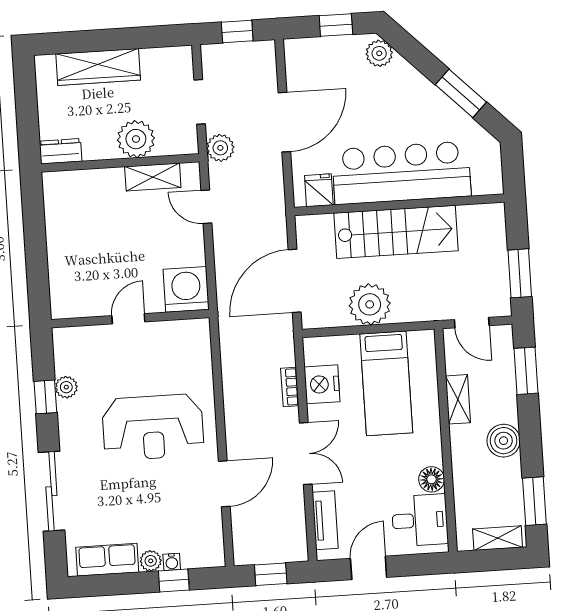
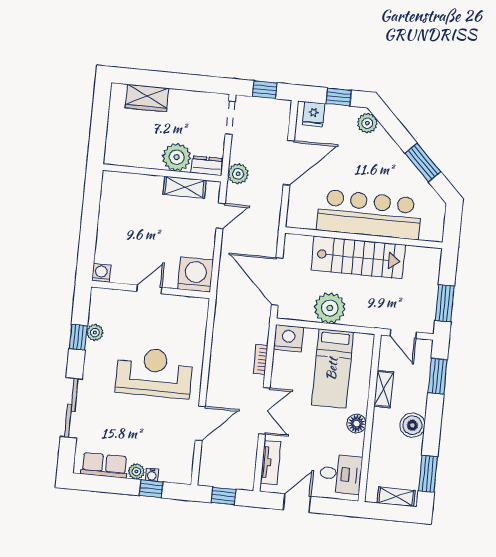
wardrobe: (98, 67) -> (147, 98), width x0.67
doorway: (200, 102) -> (230, 118), moved
dresser: (61, 151) -> (207, 166), moved
fridge: (319, 190) -> (313, 114), moved, turned 180
door: (206, 207) -> (221, 216), swing flipped
door: (295, 281) -> (277, 281), hinge flipped
washing machine: (62, 307) -> (101, 273), added
nightstand: (322, 384) -> (288, 338), moved, turned 90
reception desk: (153, 427) -> (154, 373), turned 180
floor lamp: (432, 479) -> (357, 424), moved

